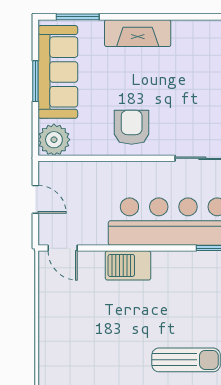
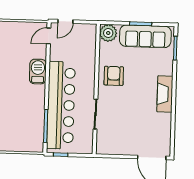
fireplace: (138, 33) -> (165, 94), moved
armchair: (132, 127) -> (114, 76), turned -90
door: (35, 199) -> (65, 21), moved

